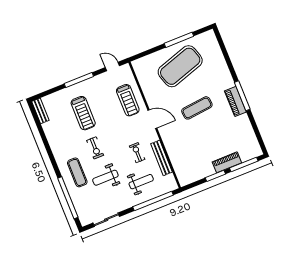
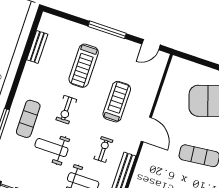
door: (112, 67) -> (151, 45), swing flipped
treadmill: (128, 100) -> (117, 102), moved, turned 180
bench: (40, 111) -> (37, 47), moved

